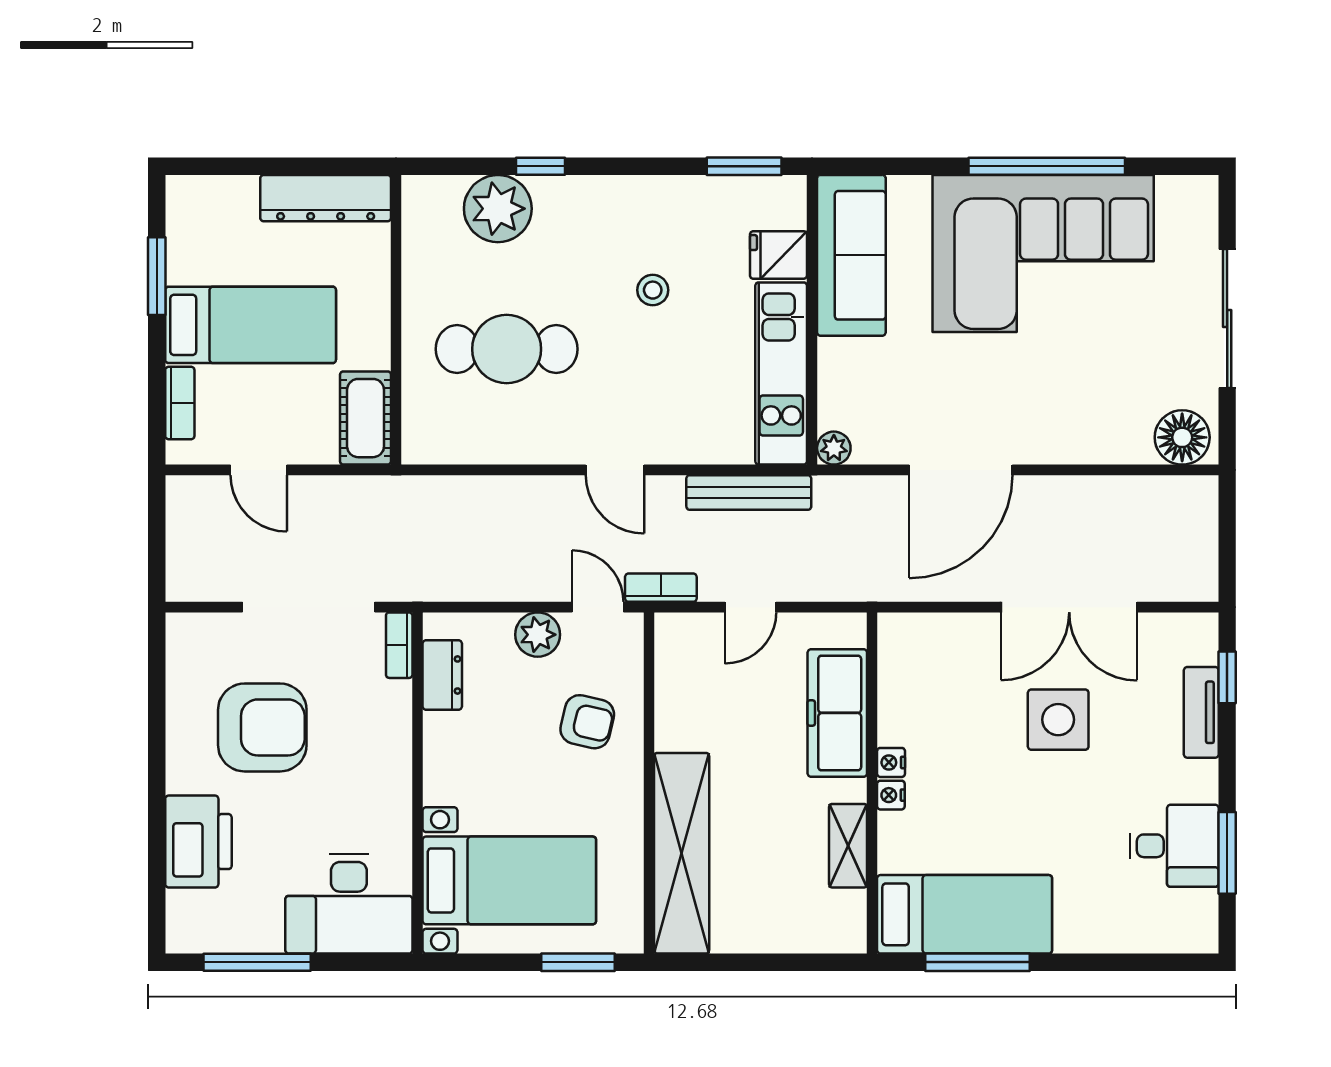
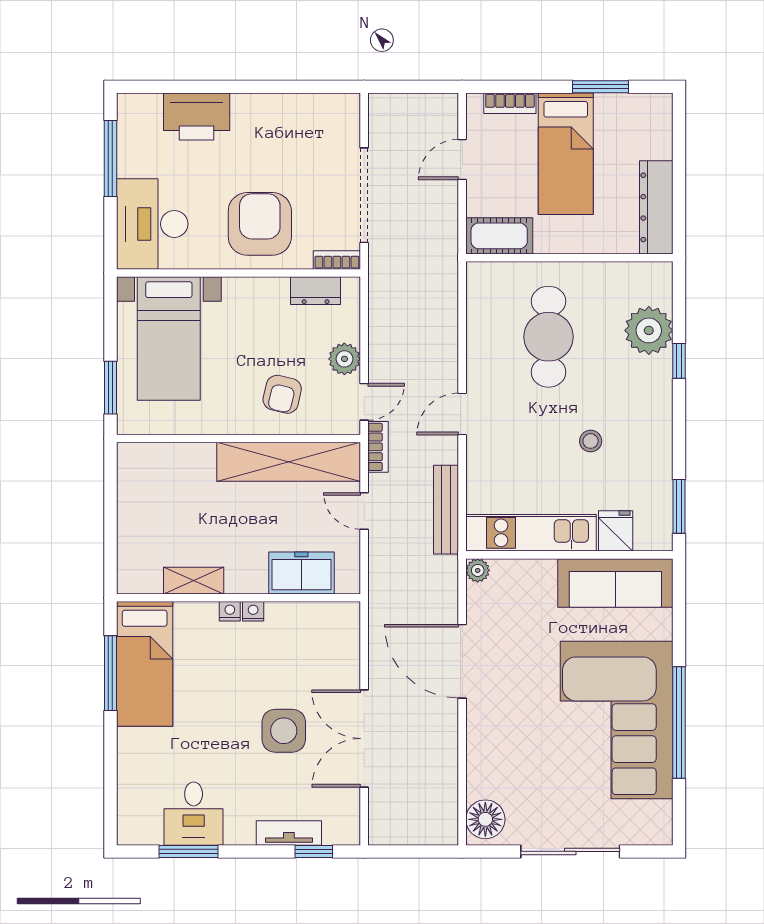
freezer: (837, 713) -> (301, 573), width x0.71
armchair: (262, 727) -> (260, 224), moved, turned 180
shelving: (682, 853) -> (289, 462), moved

